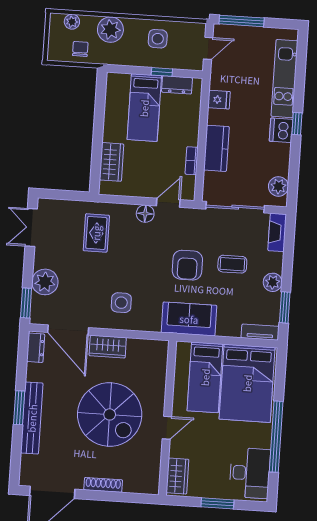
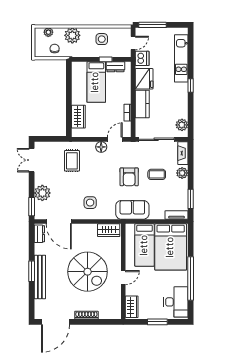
fridge: (219, 100) -> (144, 79), width x1.88, depth x1.34
dishwasher: (281, 130) -> (142, 58), moved, turned 180
plant: (273, 282) -> (182, 173), moved
wardrobe: (108, 347) -> (109, 230), moved

